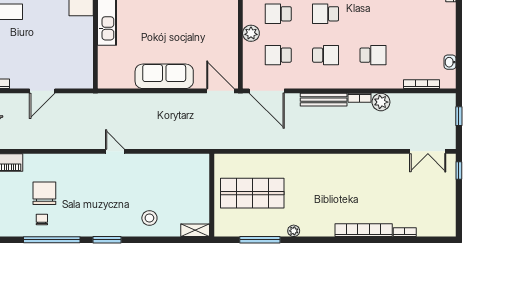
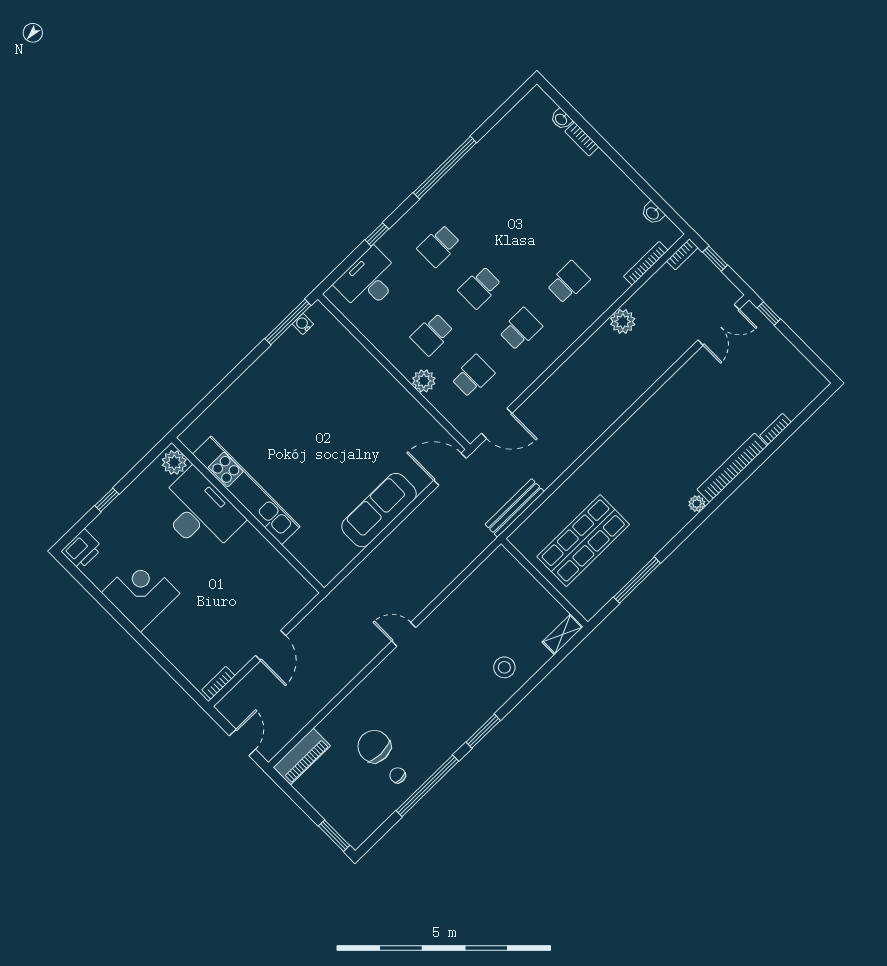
school desk: (278, 55) -> (473, 376), turned 180
door: (267, 91) -> (497, 423), width x0.73
bookcase: (360, 98) -> (682, 254), moved
bench: (324, 100) -> (515, 508), moved
plant: (294, 231) -> (697, 504), moved

